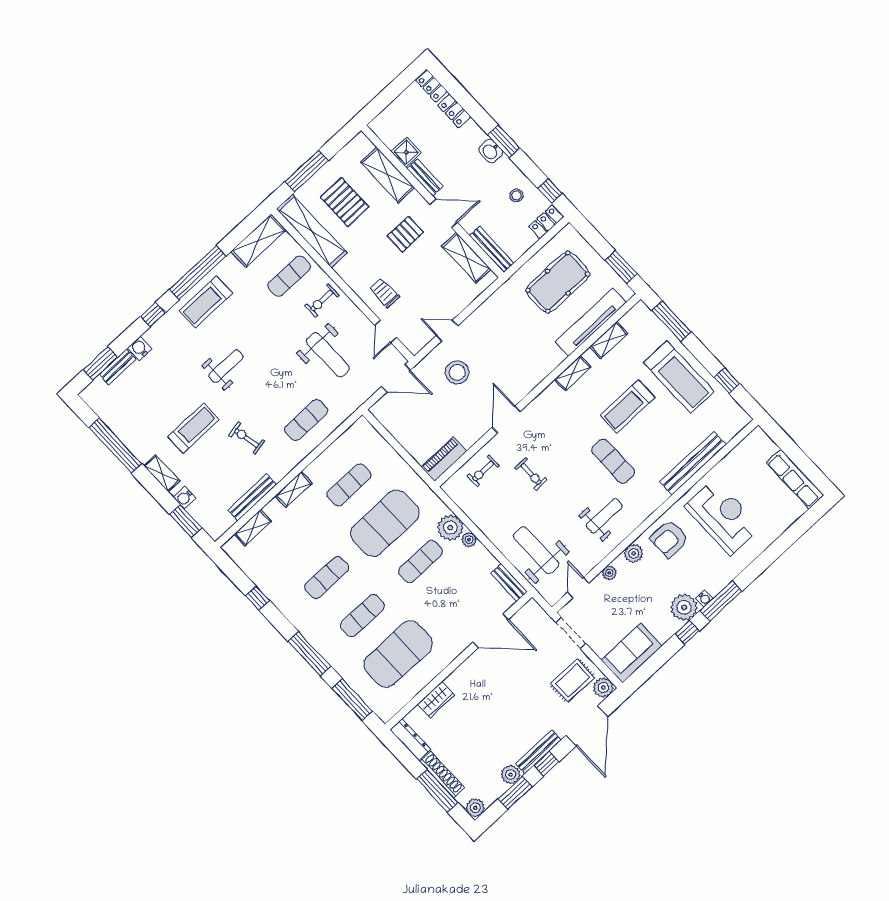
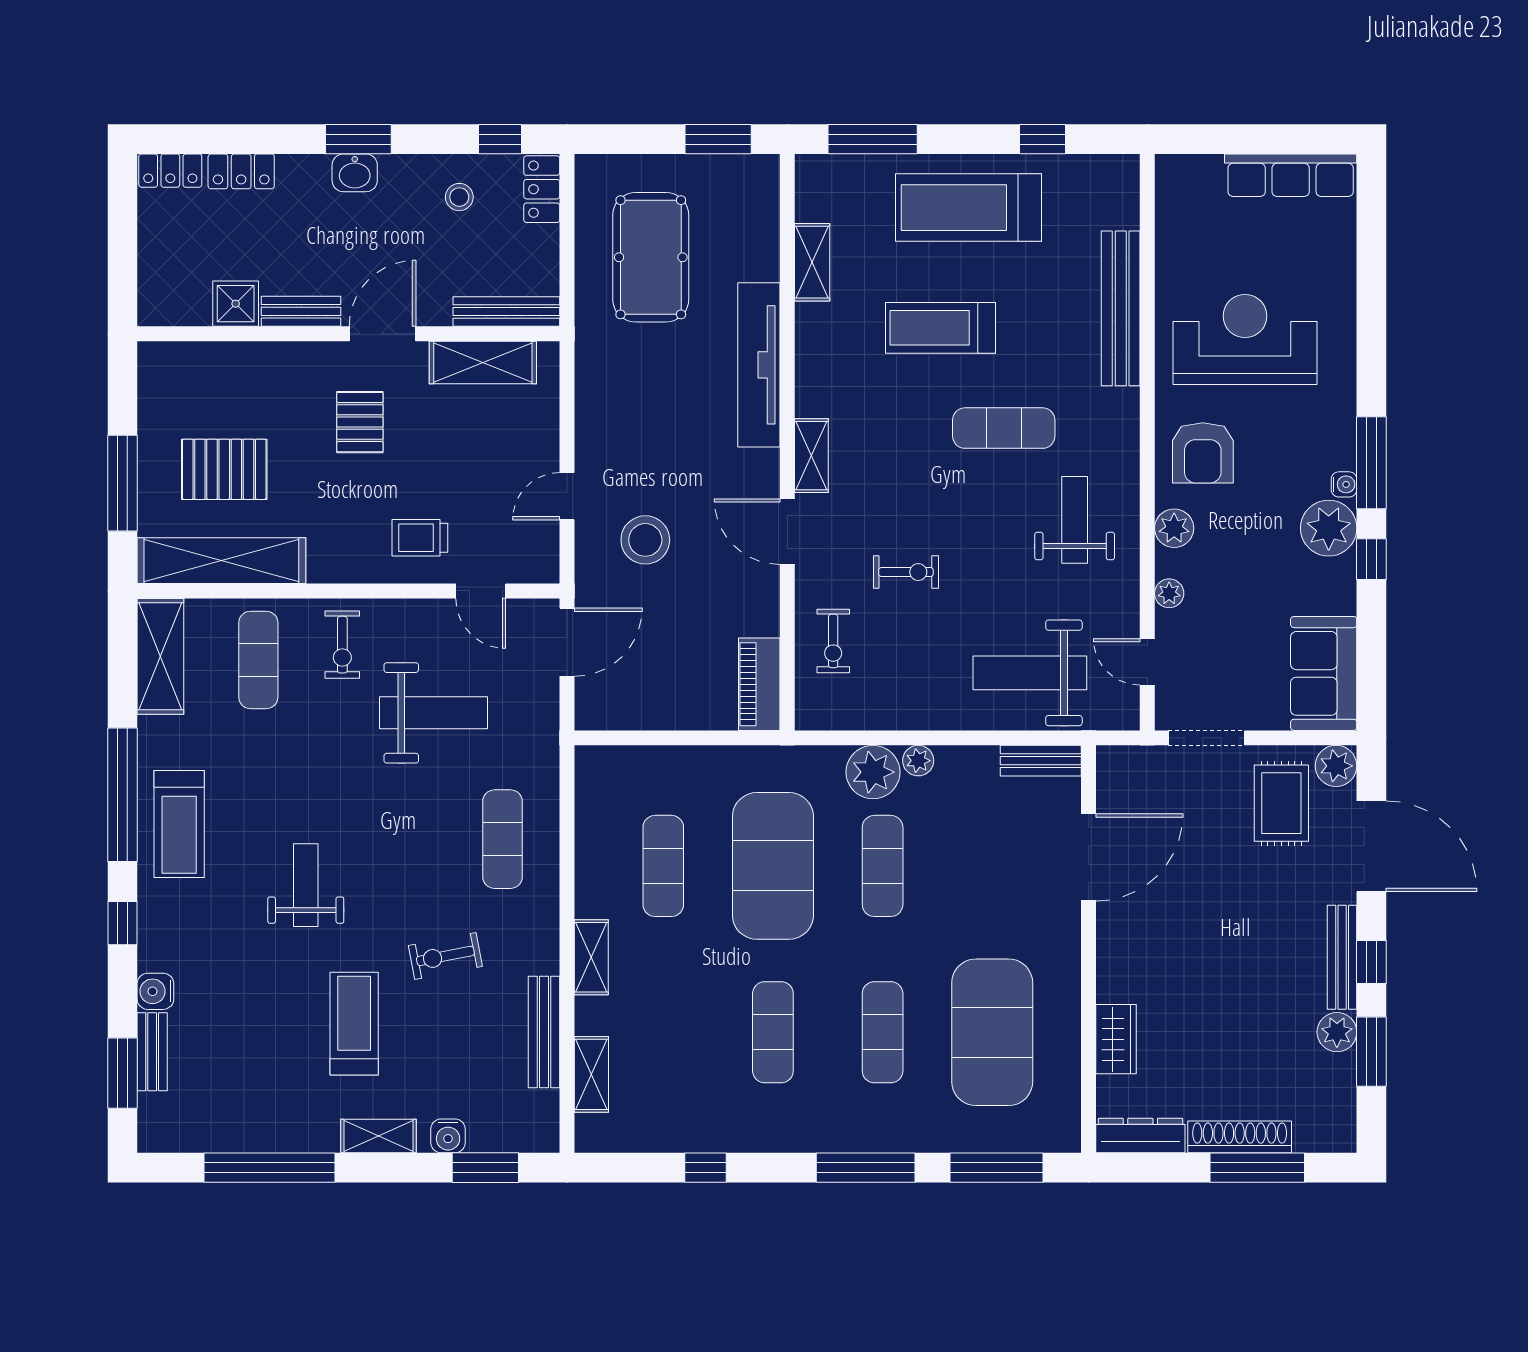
shelving: (388, 175) -> (244, 365), removed
tv unit: (591, 322) -> (759, 365), moved
shelving: (573, 373) -> (811, 456), moved
treadmill: (679, 377) -> (969, 208), turned 180
treadmill: (628, 406) -> (941, 328), turned 90
plant: (475, 808) -> (1337, 1134), removed

